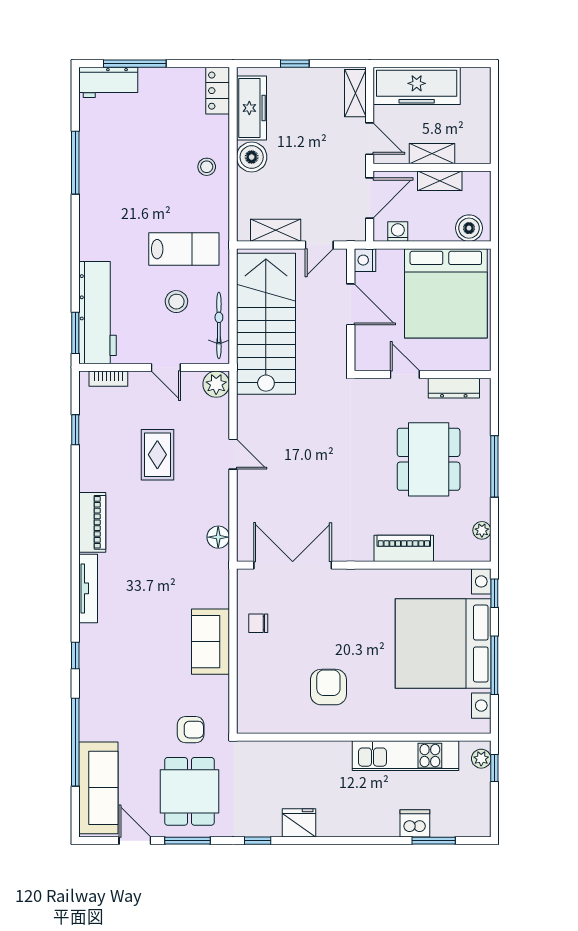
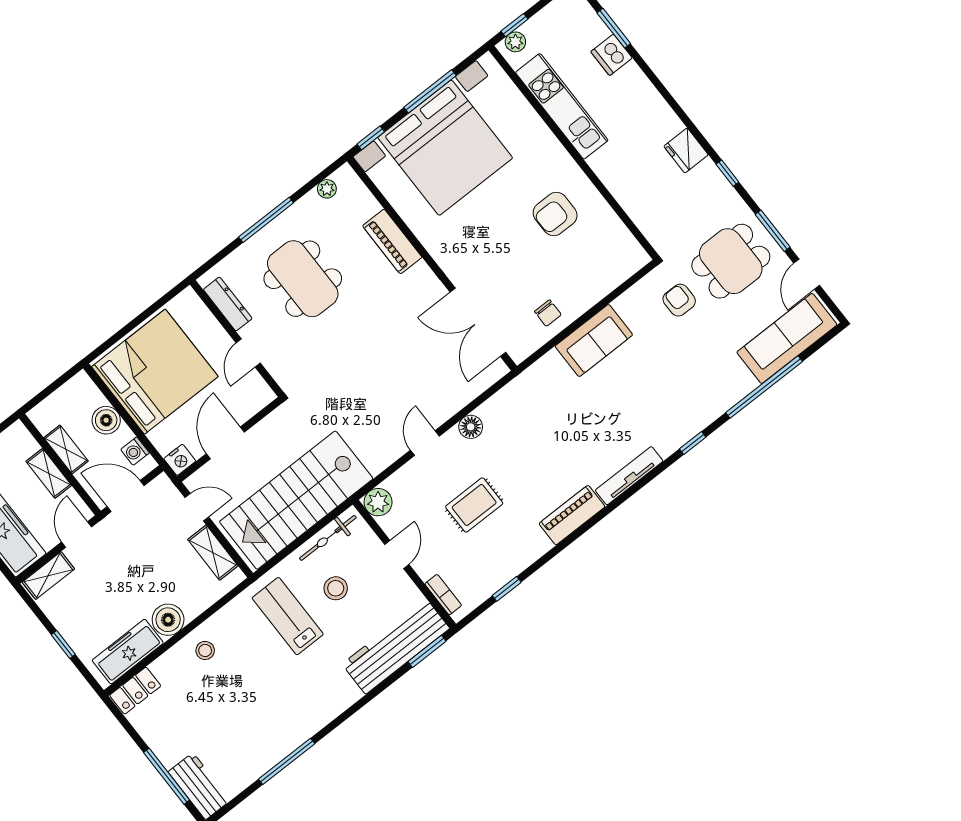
boiler: (469, 228) -> (106, 420), moved
dining table: (429, 459) -> (303, 279), turned 90
floor lamp: (218, 537) -> (471, 427), moved

